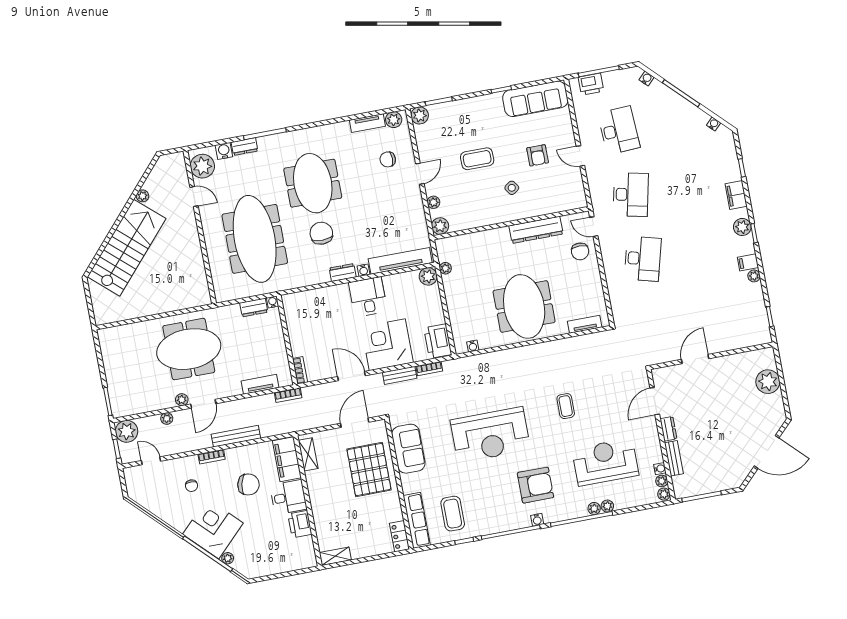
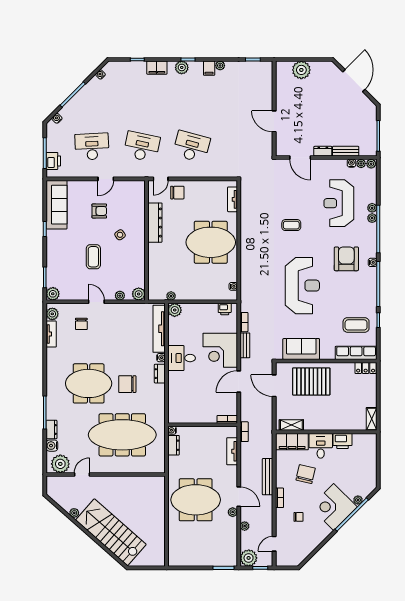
printer: (438, 341) -> (225, 309), width x0.53, depth x0.68
meeting table: (189, 349) -> (196, 500), turned 90

